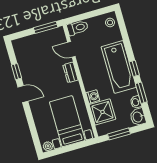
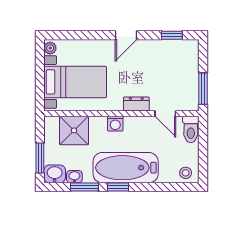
door: (71, 49) -> (165, 114), swing flipped
window: (17, 72) -> (172, 35), moved
washing machine: (93, 97) -> (115, 124), moved
window: (119, 134) -> (40, 158), moved

